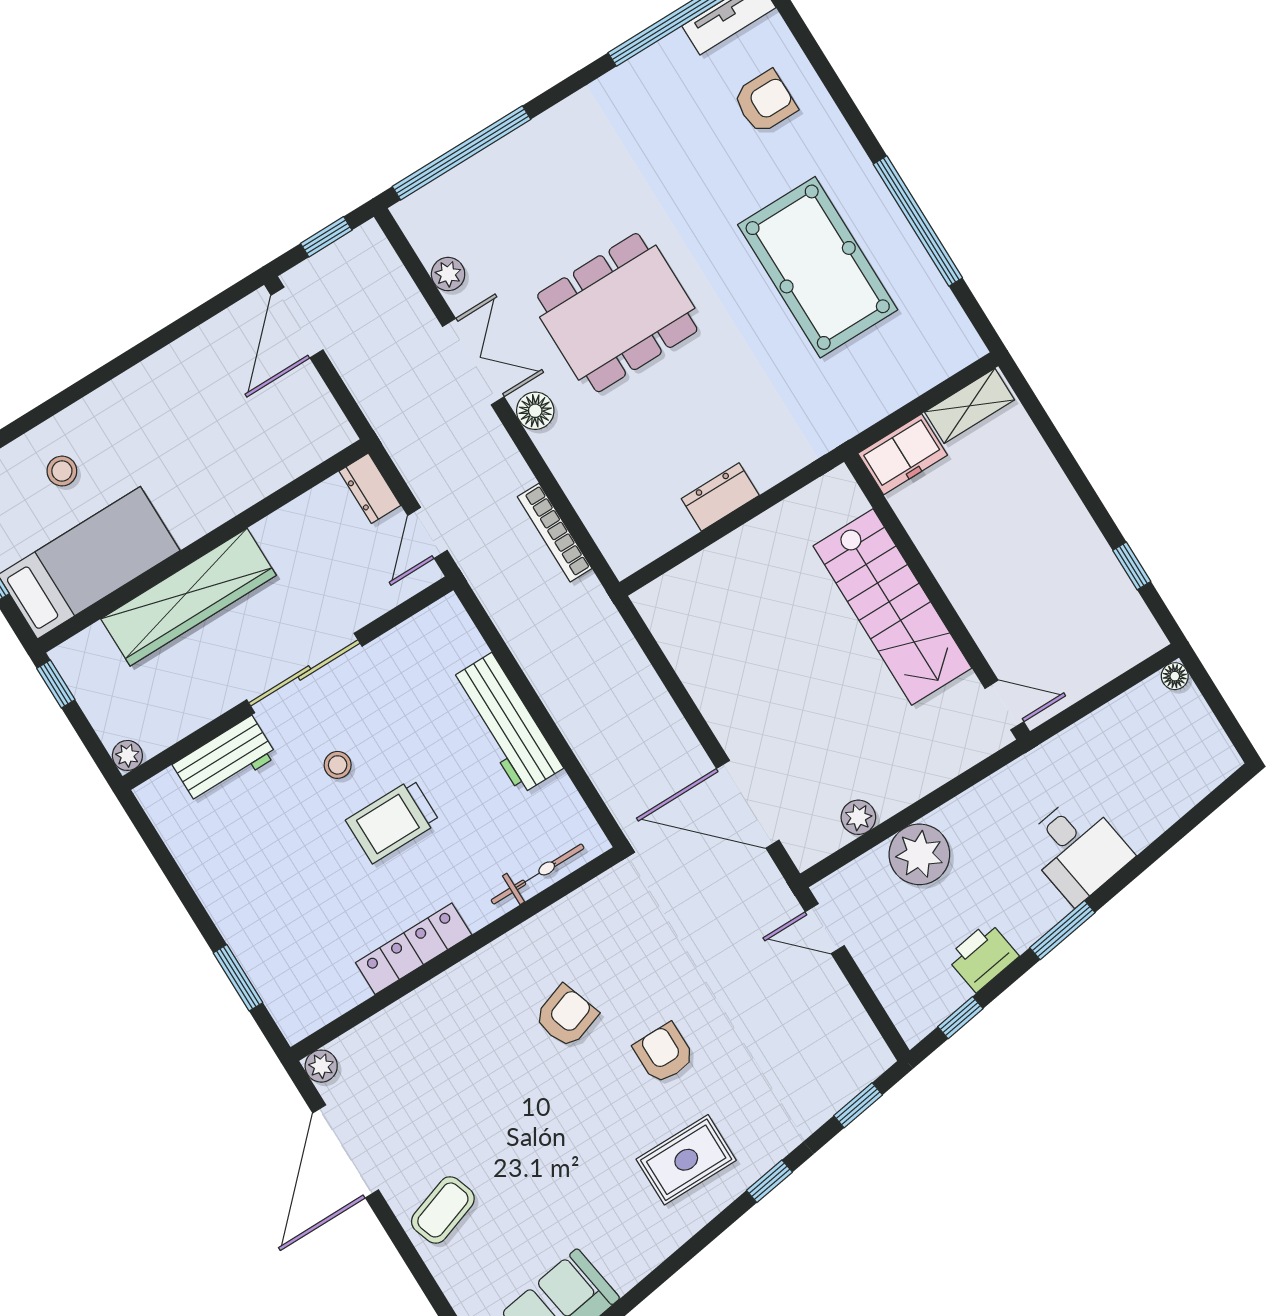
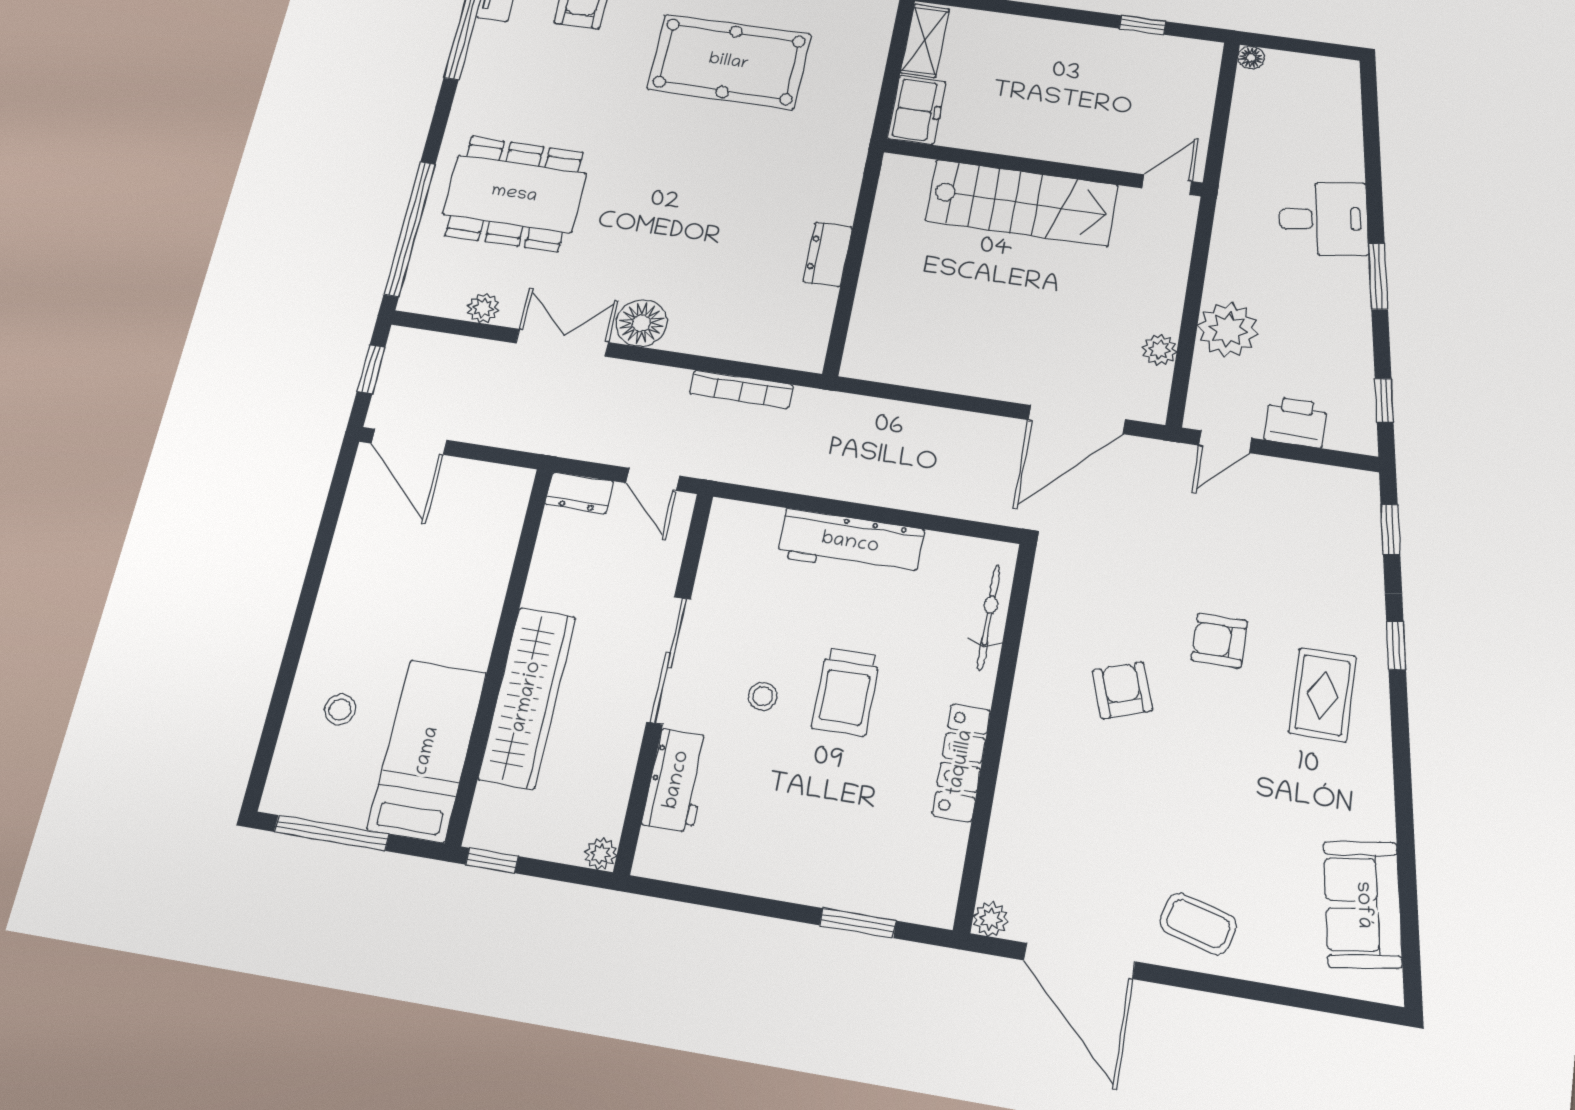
dining table: (617, 313) -> (514, 194), moved, turned 90
floor lamp: (535, 411) -> (641, 323), width x1.38, depth x1.38
printer: (983, 957) -> (1296, 422), moved, turned 99
coffee table: (443, 1210) -> (1198, 924), turned -56

